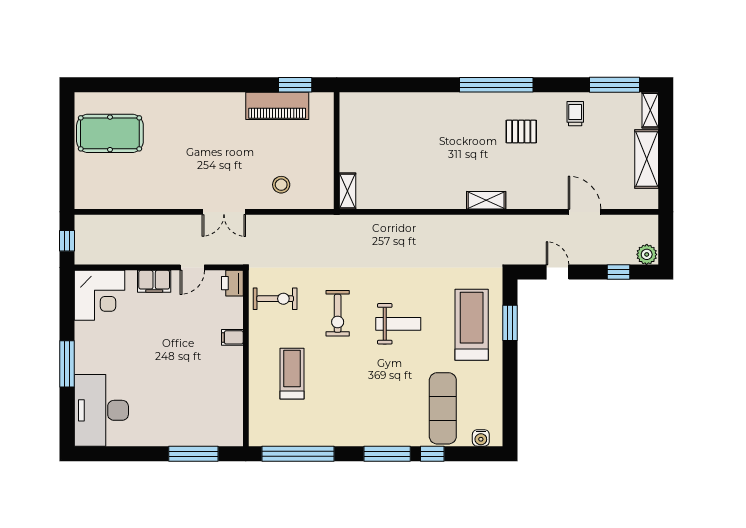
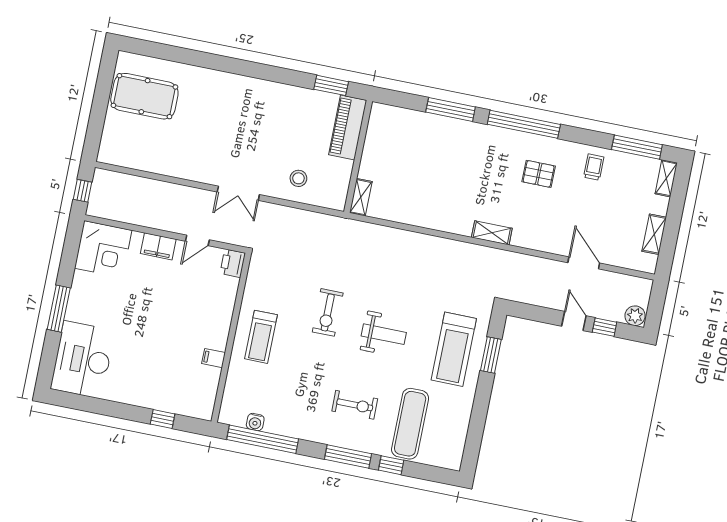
window: (420, 85) -> (451, 110), added
piano: (277, 106) -> (348, 127), moved, turned 90
shelving: (647, 159) -> (654, 234), width x0.67, depth x0.75
door: (558, 272) -> (574, 321), moved
exercise bike: (275, 299) -> (355, 405), moved
treadmill: (472, 325) -> (454, 349), turned 180
filing cabinet: (232, 337) -> (214, 358), moved
treadmill: (292, 374) -> (261, 337), moved, turned 180
water cooler: (481, 438) -> (255, 422), moved
window: (193, 454) -> (163, 419), width x0.46

